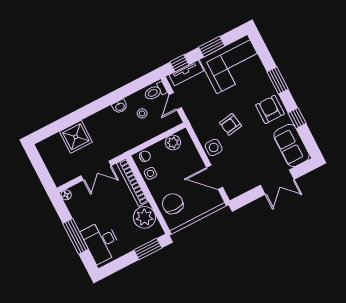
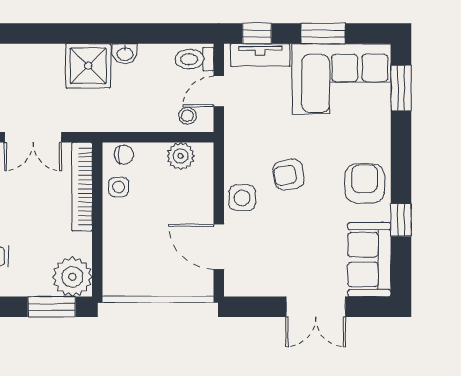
window: (278, 80) -> (401, 88), moved
stool: (142, 113) -> (187, 116), moved
shower: (76, 137) -> (88, 66), moved
chair: (173, 204) -> (129, 255), removed
plant: (144, 217) -> (72, 277), moved

